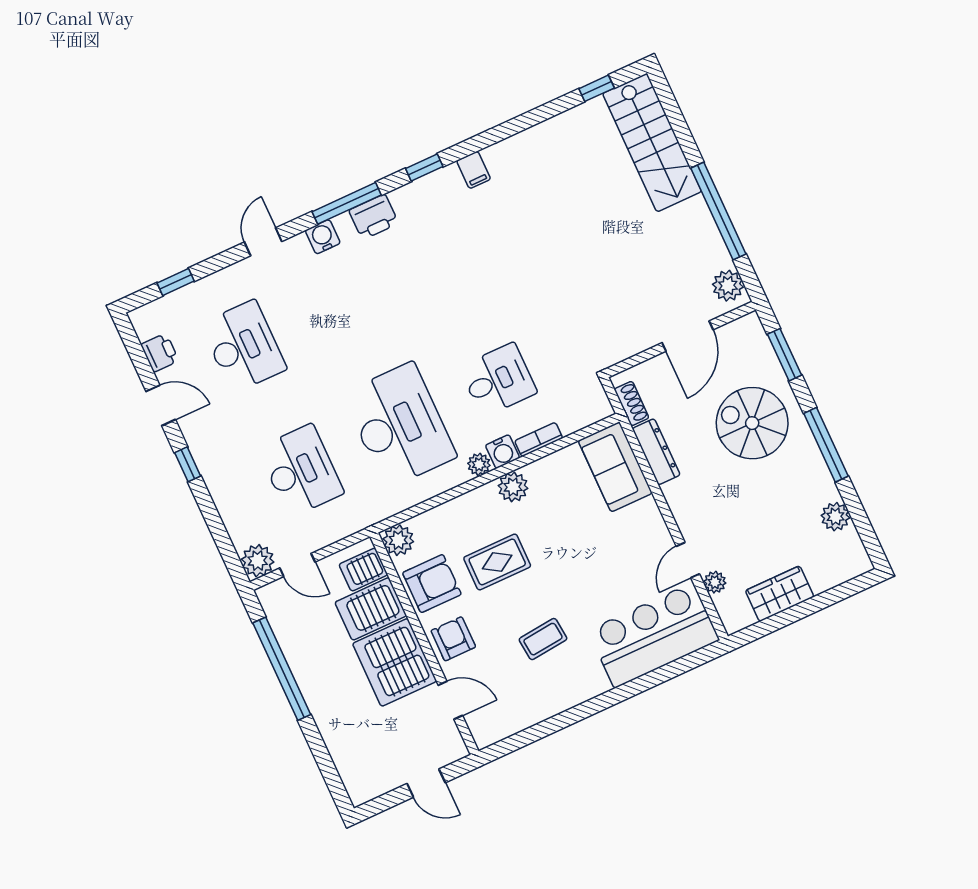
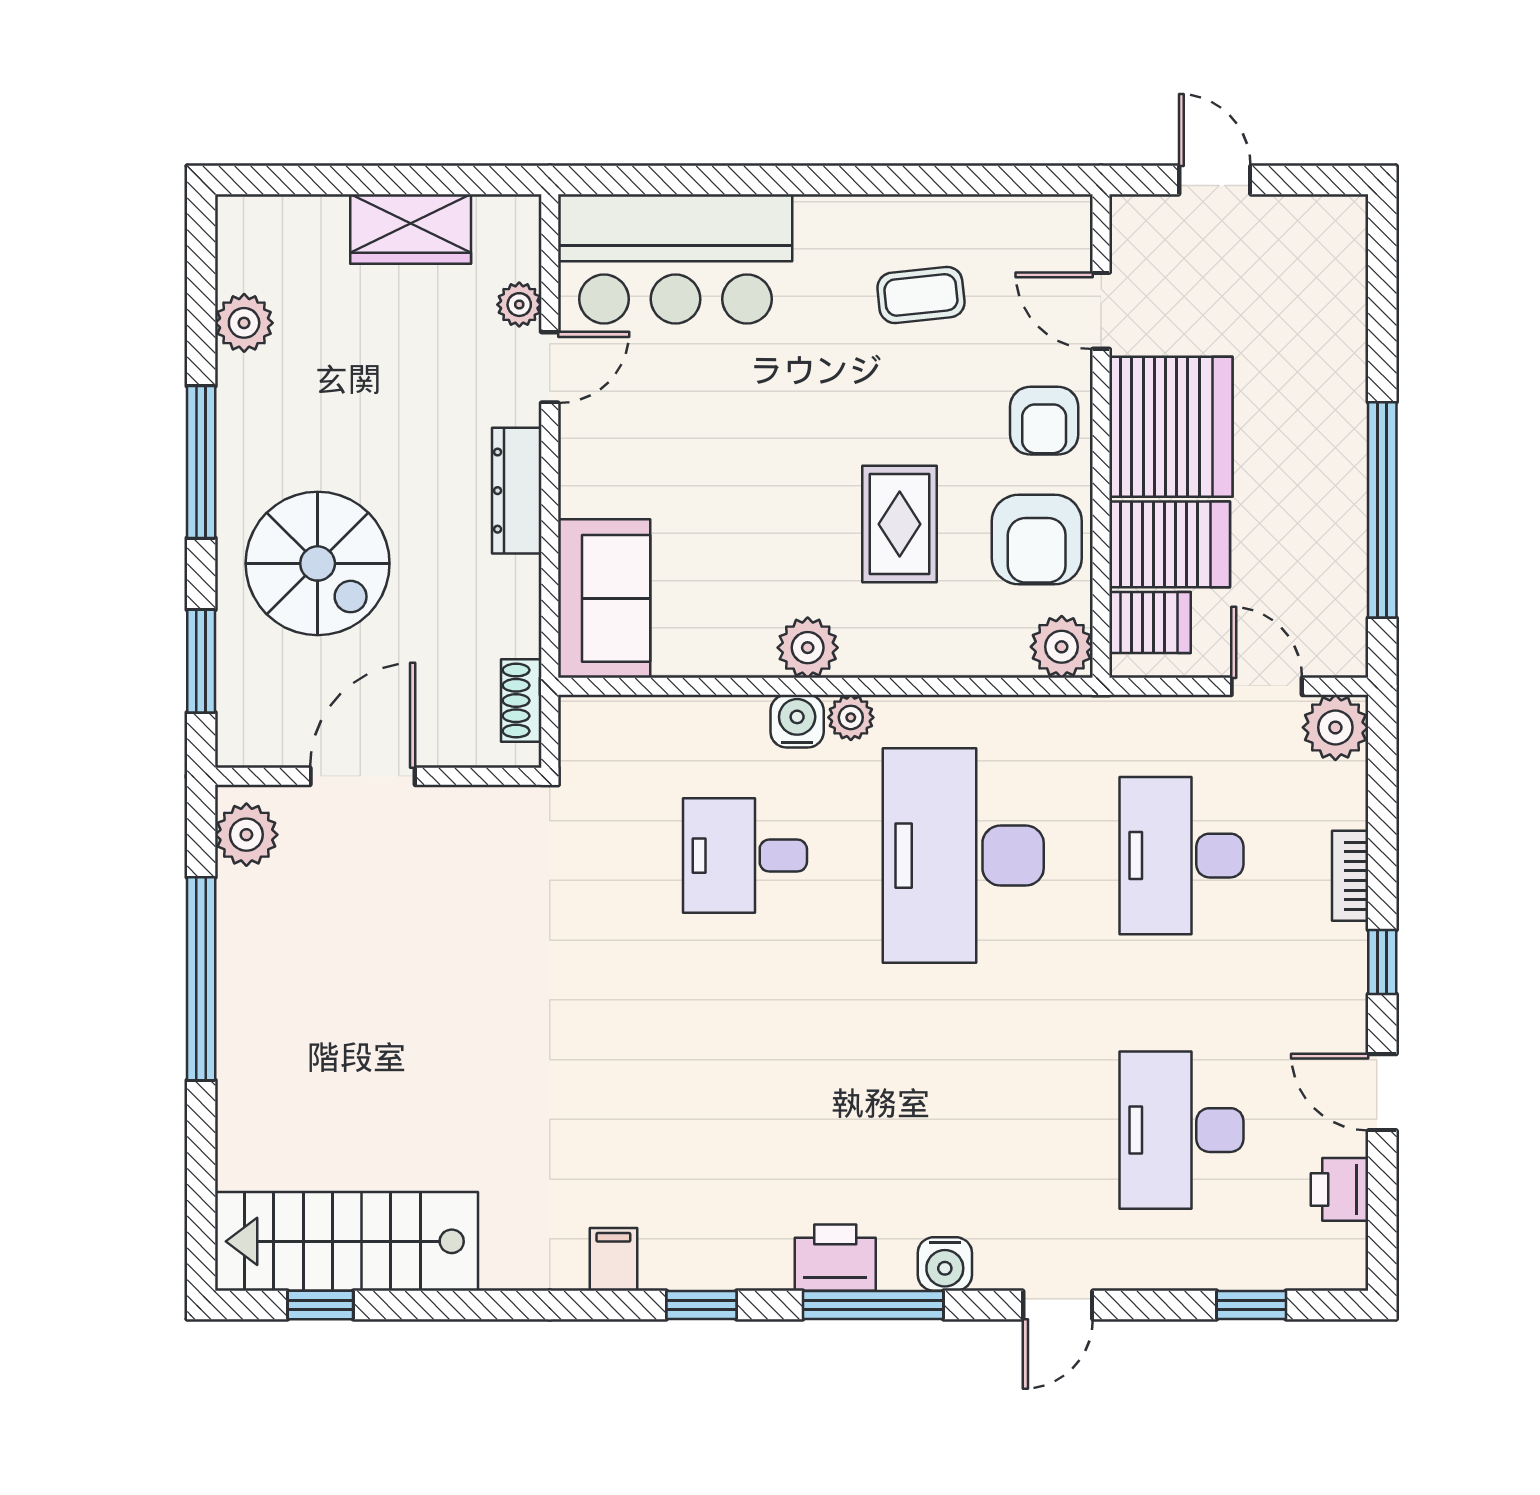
stairs: (652, 143) -> (347, 1241), moved, turned -90
bookcase: (539, 439) -> (1350, 876), moved, turned 90
dresser: (656, 452) -> (517, 491), moved
rug: (497, 562) -> (900, 524), turned 90
armchair: (432, 584) -> (1037, 539), turned -90
coffee table: (543, 639) -> (921, 295), moved

